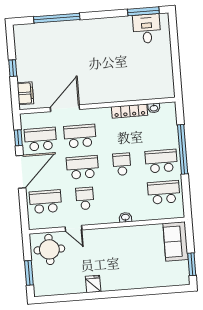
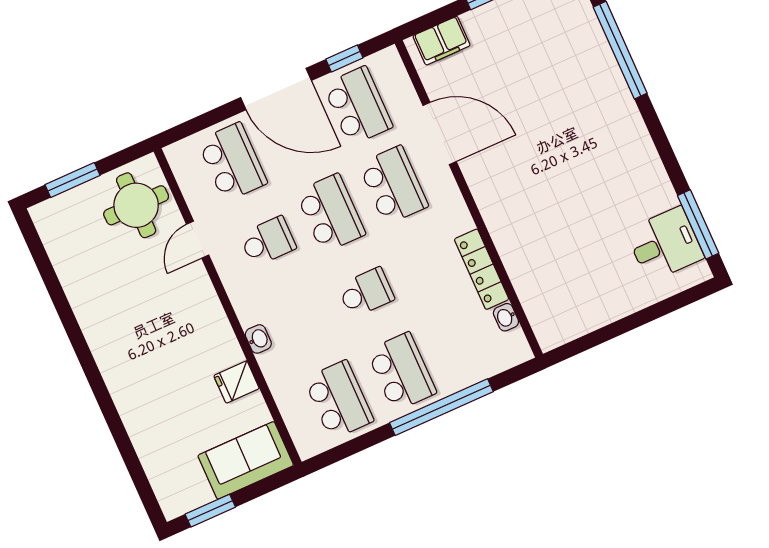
fridge: (93, 284) -> (237, 382), moved, turned 180

